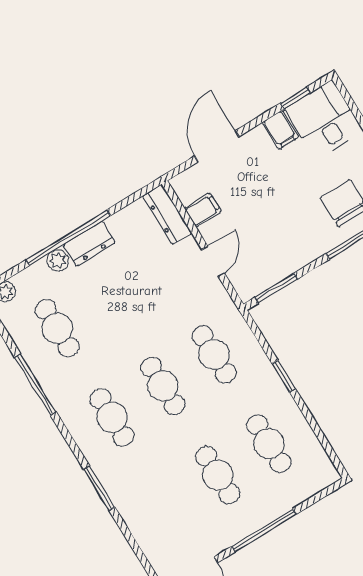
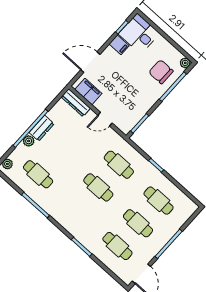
door: (217, 146) -> (90, 62), hinge flipped
filing cabinet: (203, 210) -> (88, 91), width x2.00
door: (213, 261) -> (105, 119), swing flipped
cafe table: (112, 417) -> (117, 246), moved

